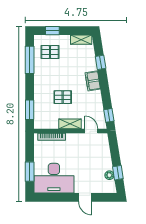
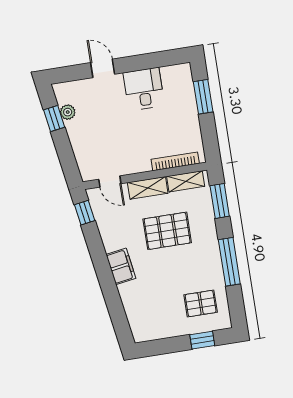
shelving: (81, 40) -> (186, 181), moved
window: (30, 60) -> (229, 262), moved
window: (101, 62) -> (113, 300), removed
pallet: (63, 97) -> (167, 231), width x1.50, depth x1.42
desk: (54, 178) -> (144, 89), width x0.53, depth x0.77

